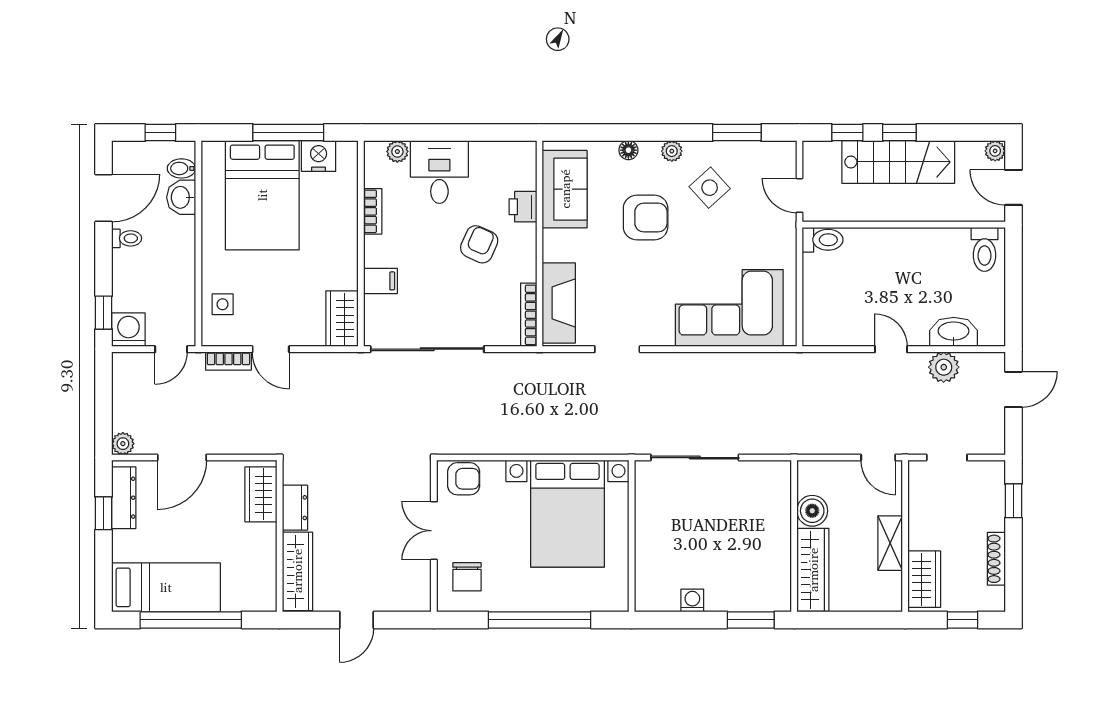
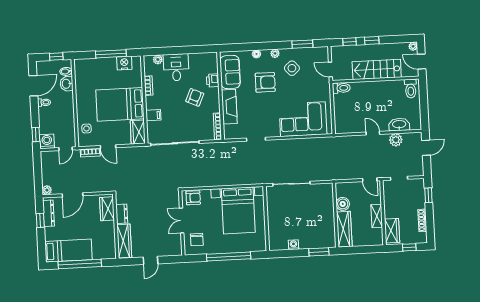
stairs: (898, 162) -> (377, 69), moved, turned 180
bed: (262, 195) -> (120, 104), moved, turned 90
fireplace: (559, 303) -> (229, 107), moved

